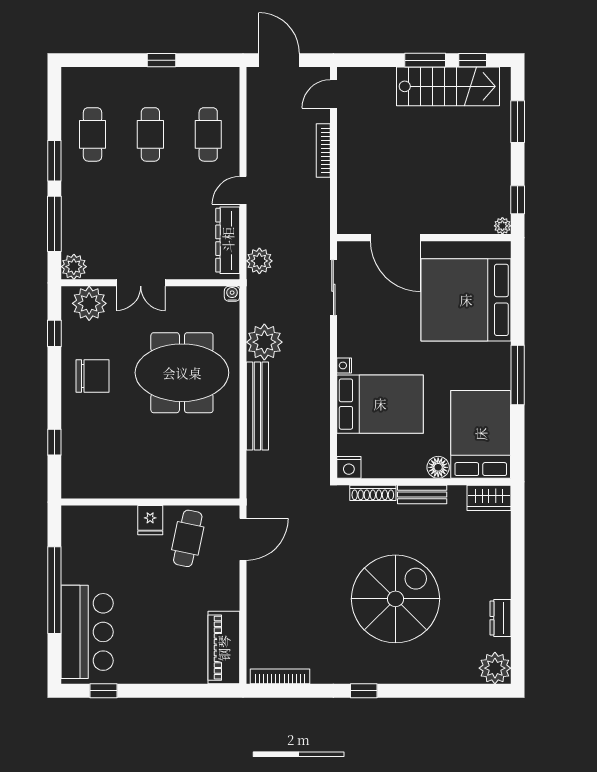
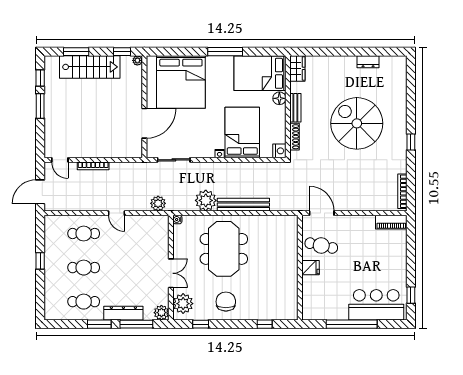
stairs: (448, 86) -> (90, 67), moved, turned 90
dresser: (228, 240) -> (123, 313), moved, turned 180
piano: (224, 648) -> (391, 222), width x0.73, depth x0.75
plant: (495, 668) -> (397, 65), removed

